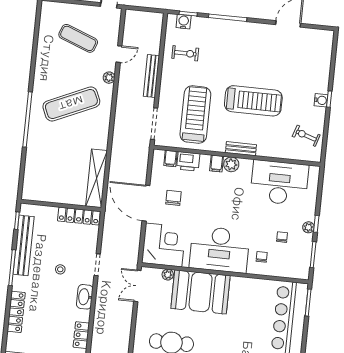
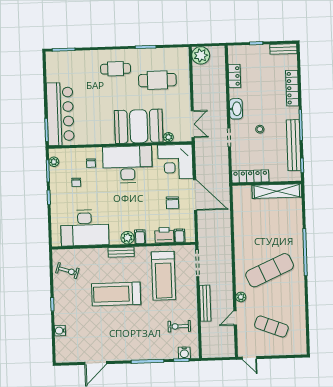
water cooler: (321, 100) -> (60, 331), moved
shelving: (96, 178) -> (277, 191), moved, turned 90
plant: (308, 227) -> (54, 162), moved

